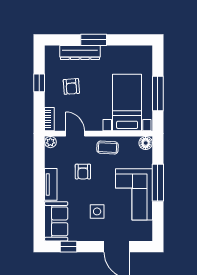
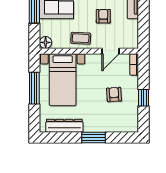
dresser: (80, 52) -> (64, 126), moved
door: (75, 134) -> (111, 51), hinge flipped
plant: (50, 142) -> (133, 43), removed

